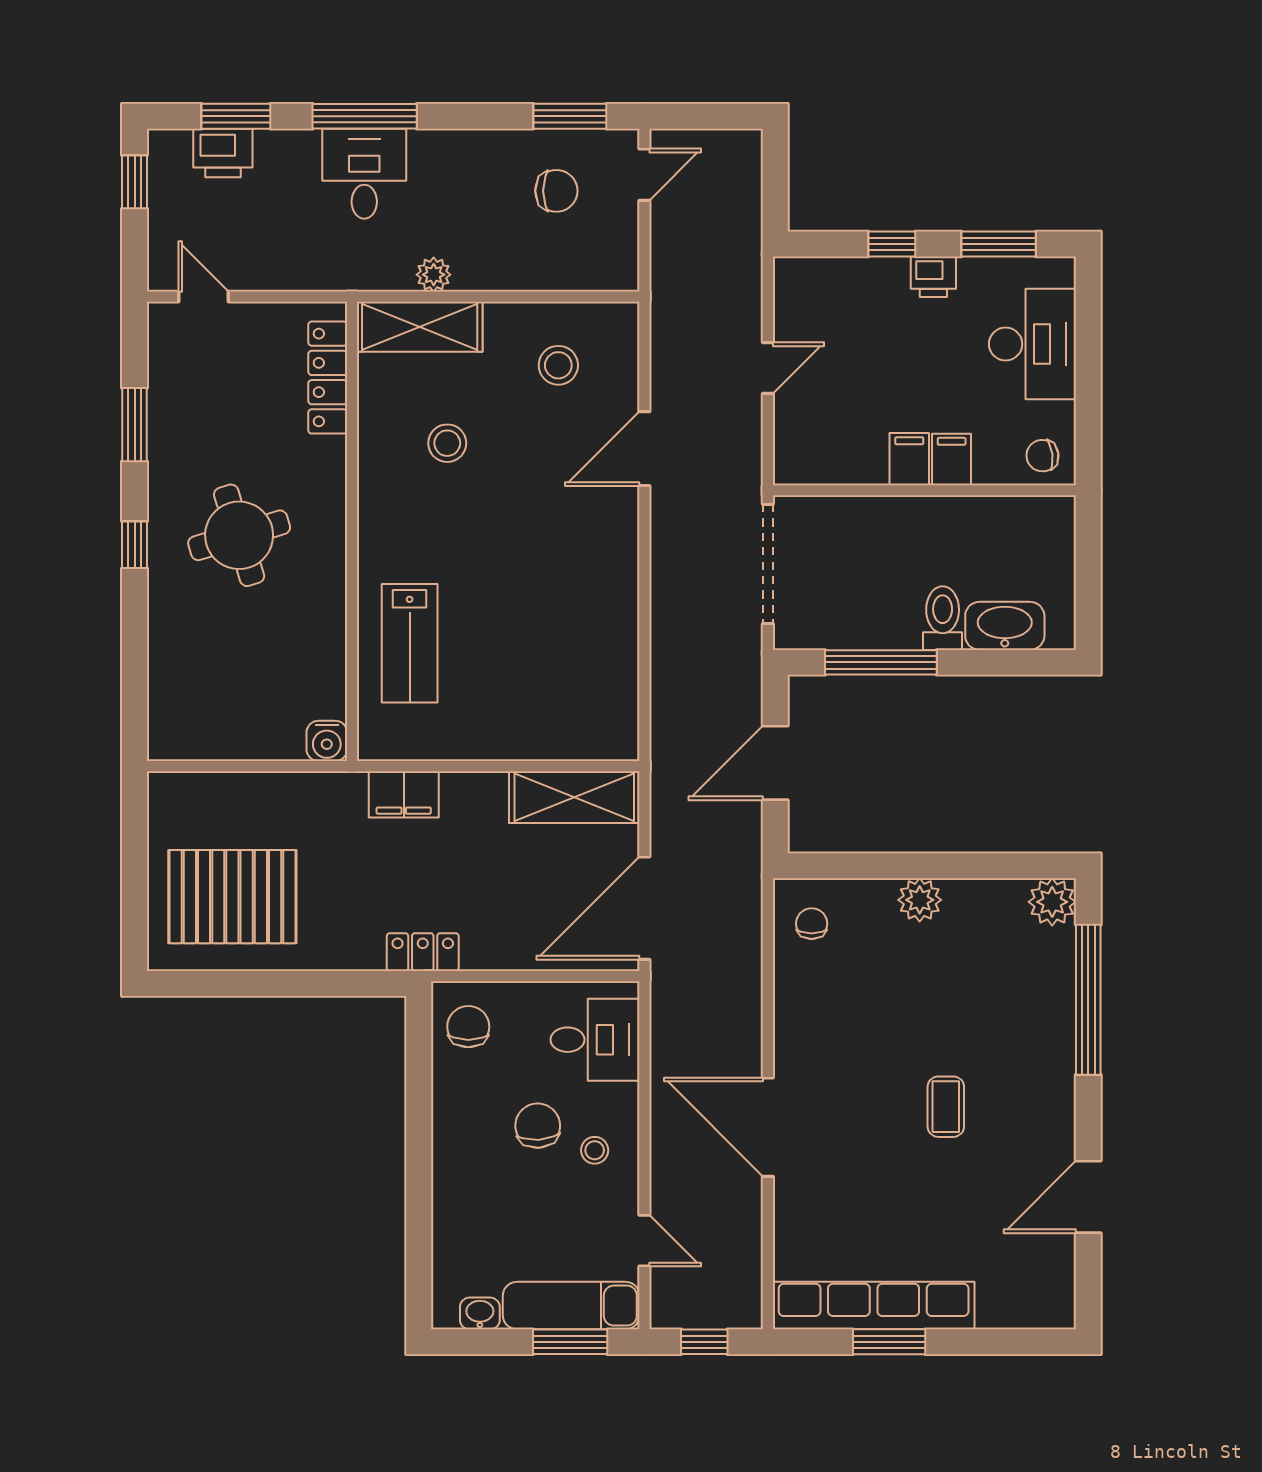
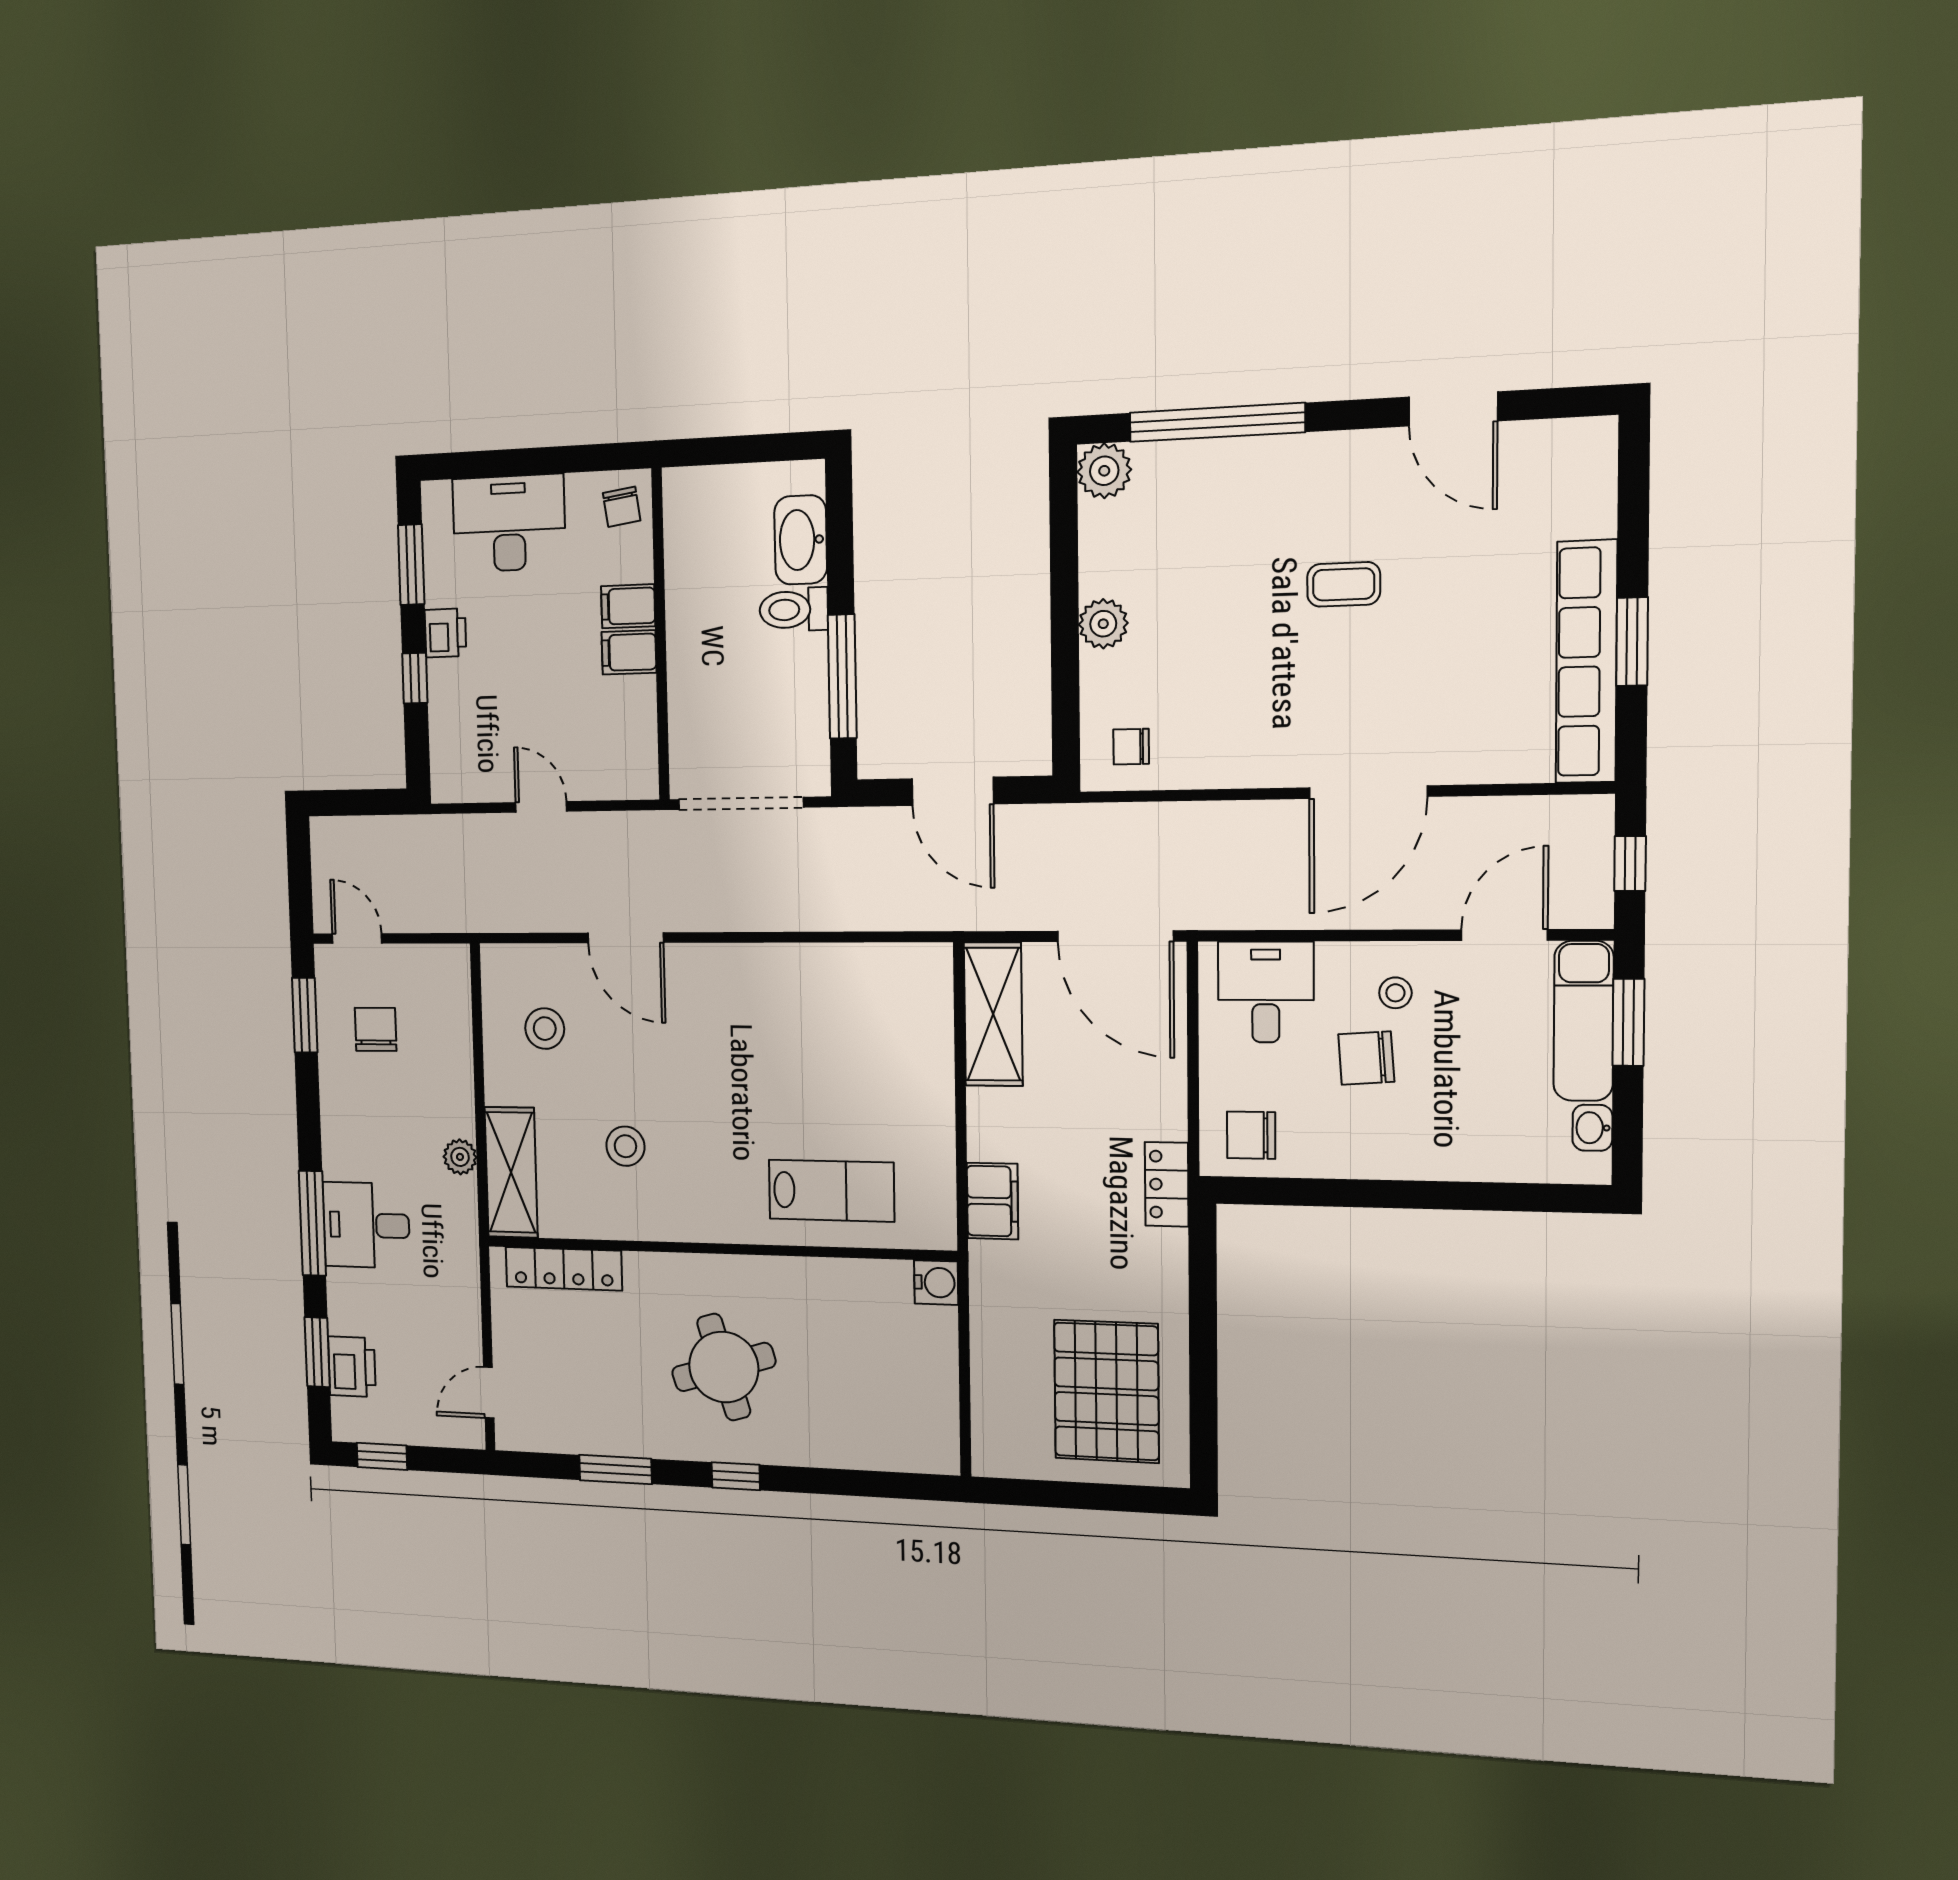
door: (644, 1241) -> (1504, 935), width x1.38

